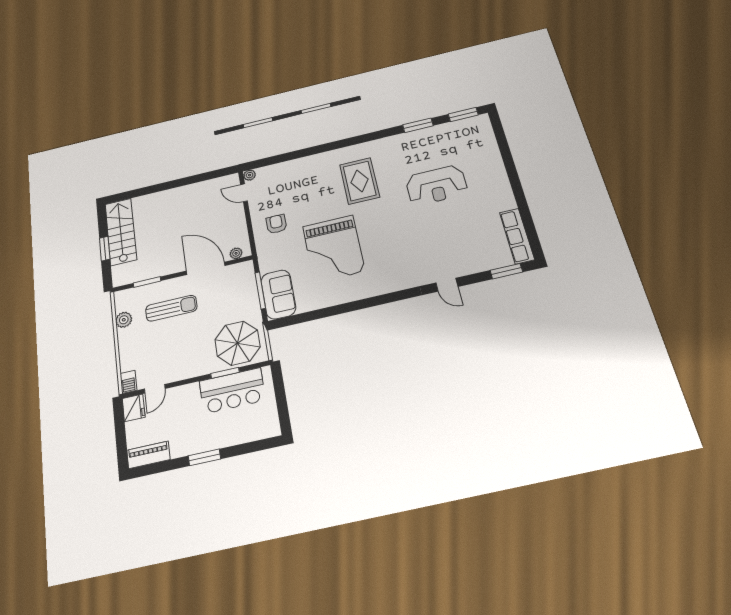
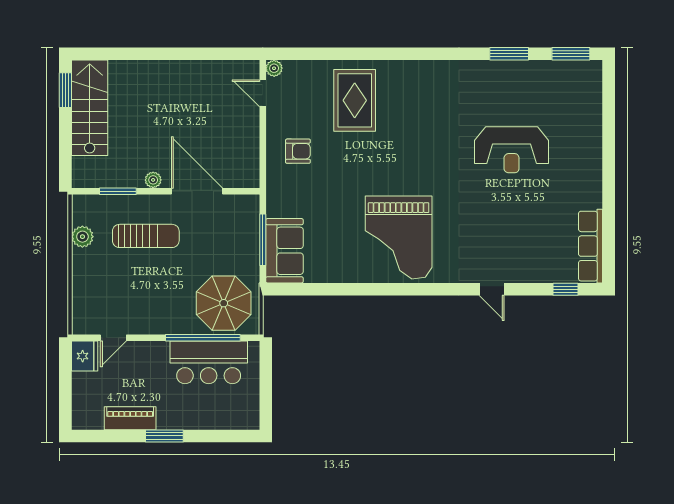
rug: (360, 181) -> (355, 100), moved
armchair: (276, 224) -> (298, 151), turned 90
window: (105, 249) -> (65, 90), moved
grand piano: (334, 249) -> (399, 238), moved
plant: (236, 253) -> (153, 180), moved
window: (506, 271) -> (566, 289), width x0.67
window: (225, 373) -> (203, 338), width x2.11
barbecue: (128, 382) -> (81, 321), removed
piano: (148, 455) -> (130, 418), moved

